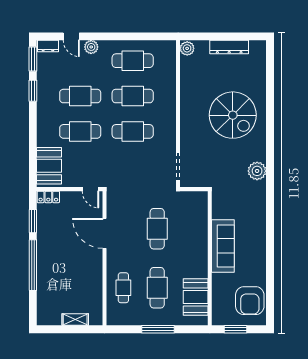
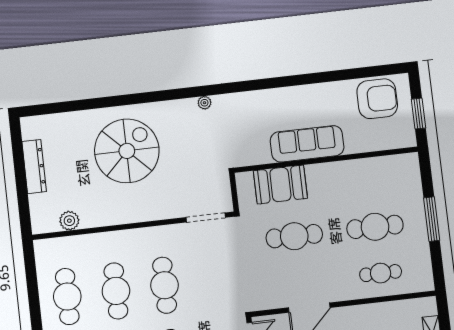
plant: (187, 48) -> (69, 221), moved
plant: (257, 171) -> (204, 103), width x0.53, depth x0.53
booth: (196, 297) -> (280, 185), moved

